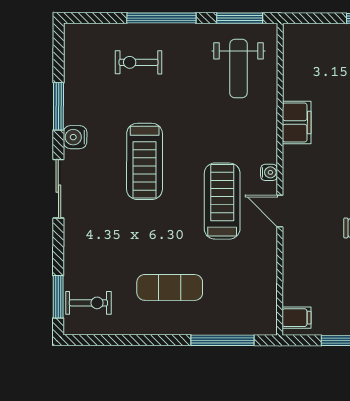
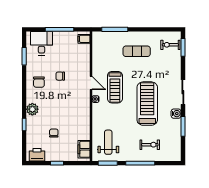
filing cabinet: (297, 122) -> (84, 149), moved
treadmill: (145, 161) -> (147, 104), width x1.37, depth x1.38

